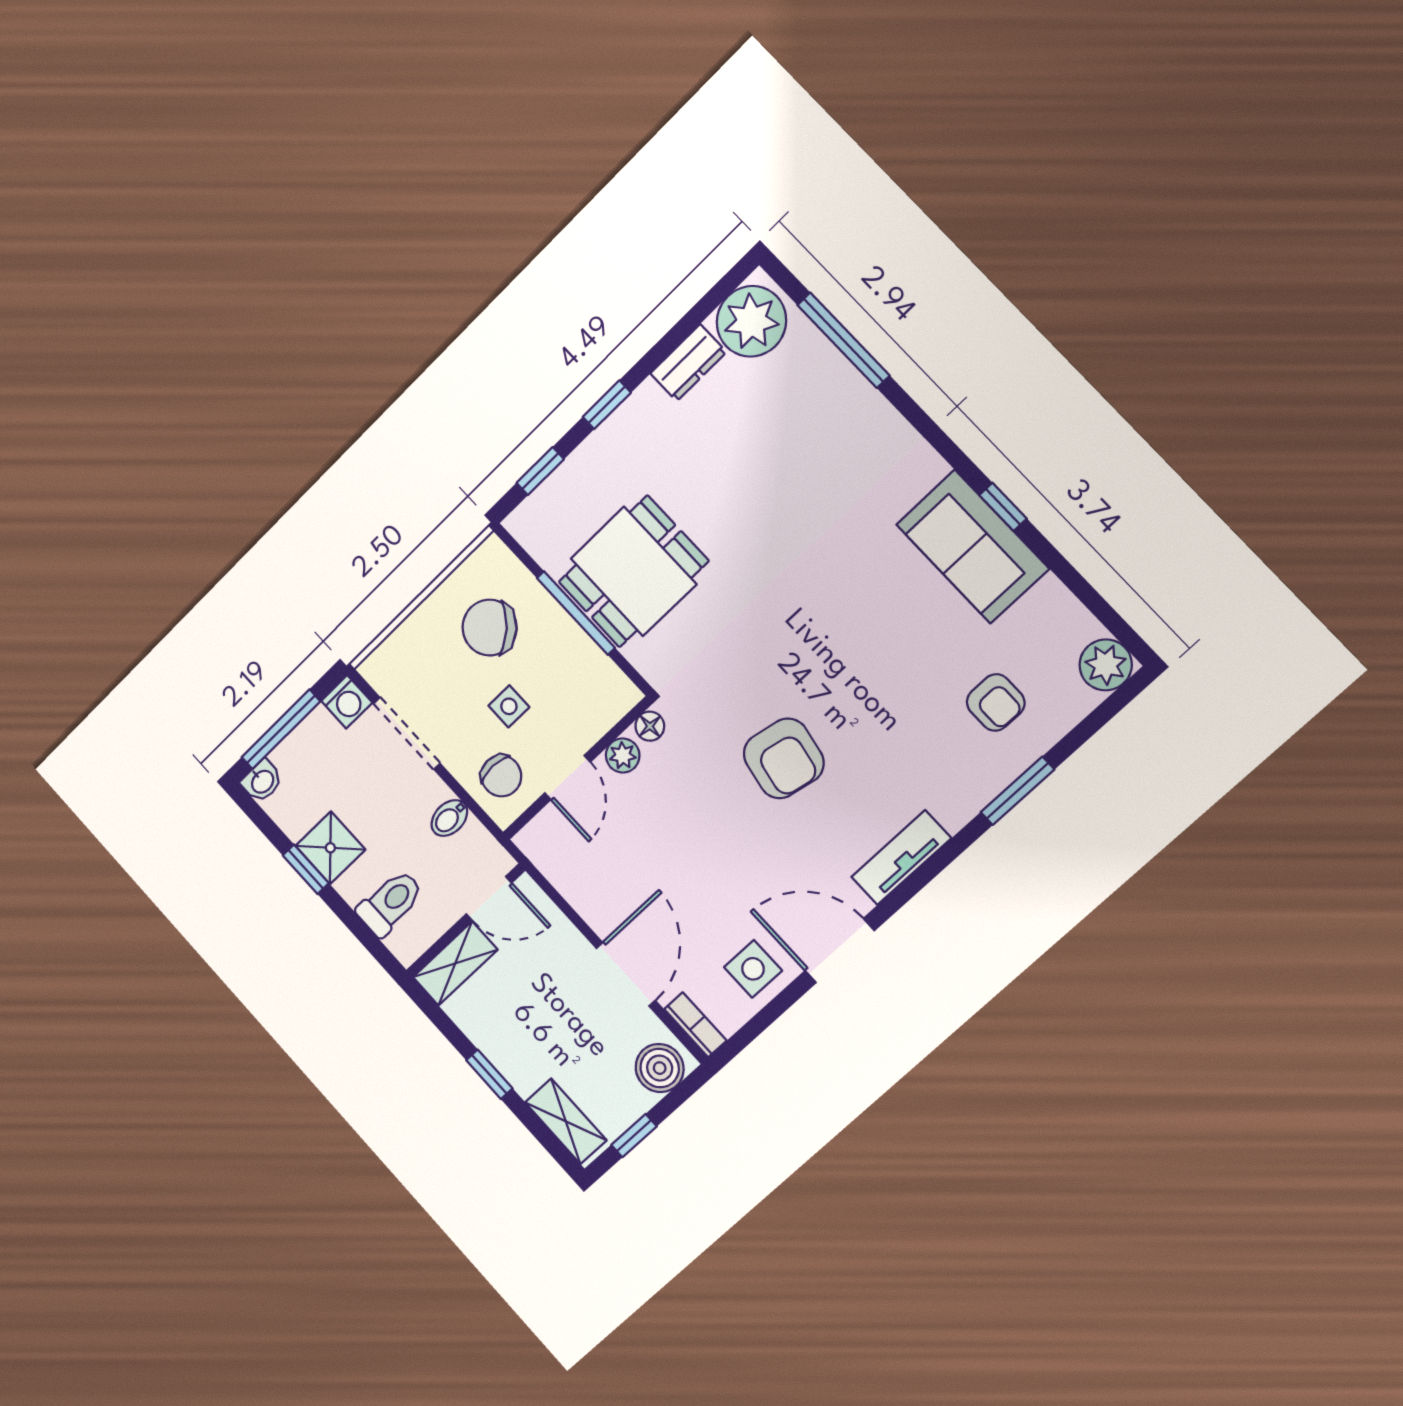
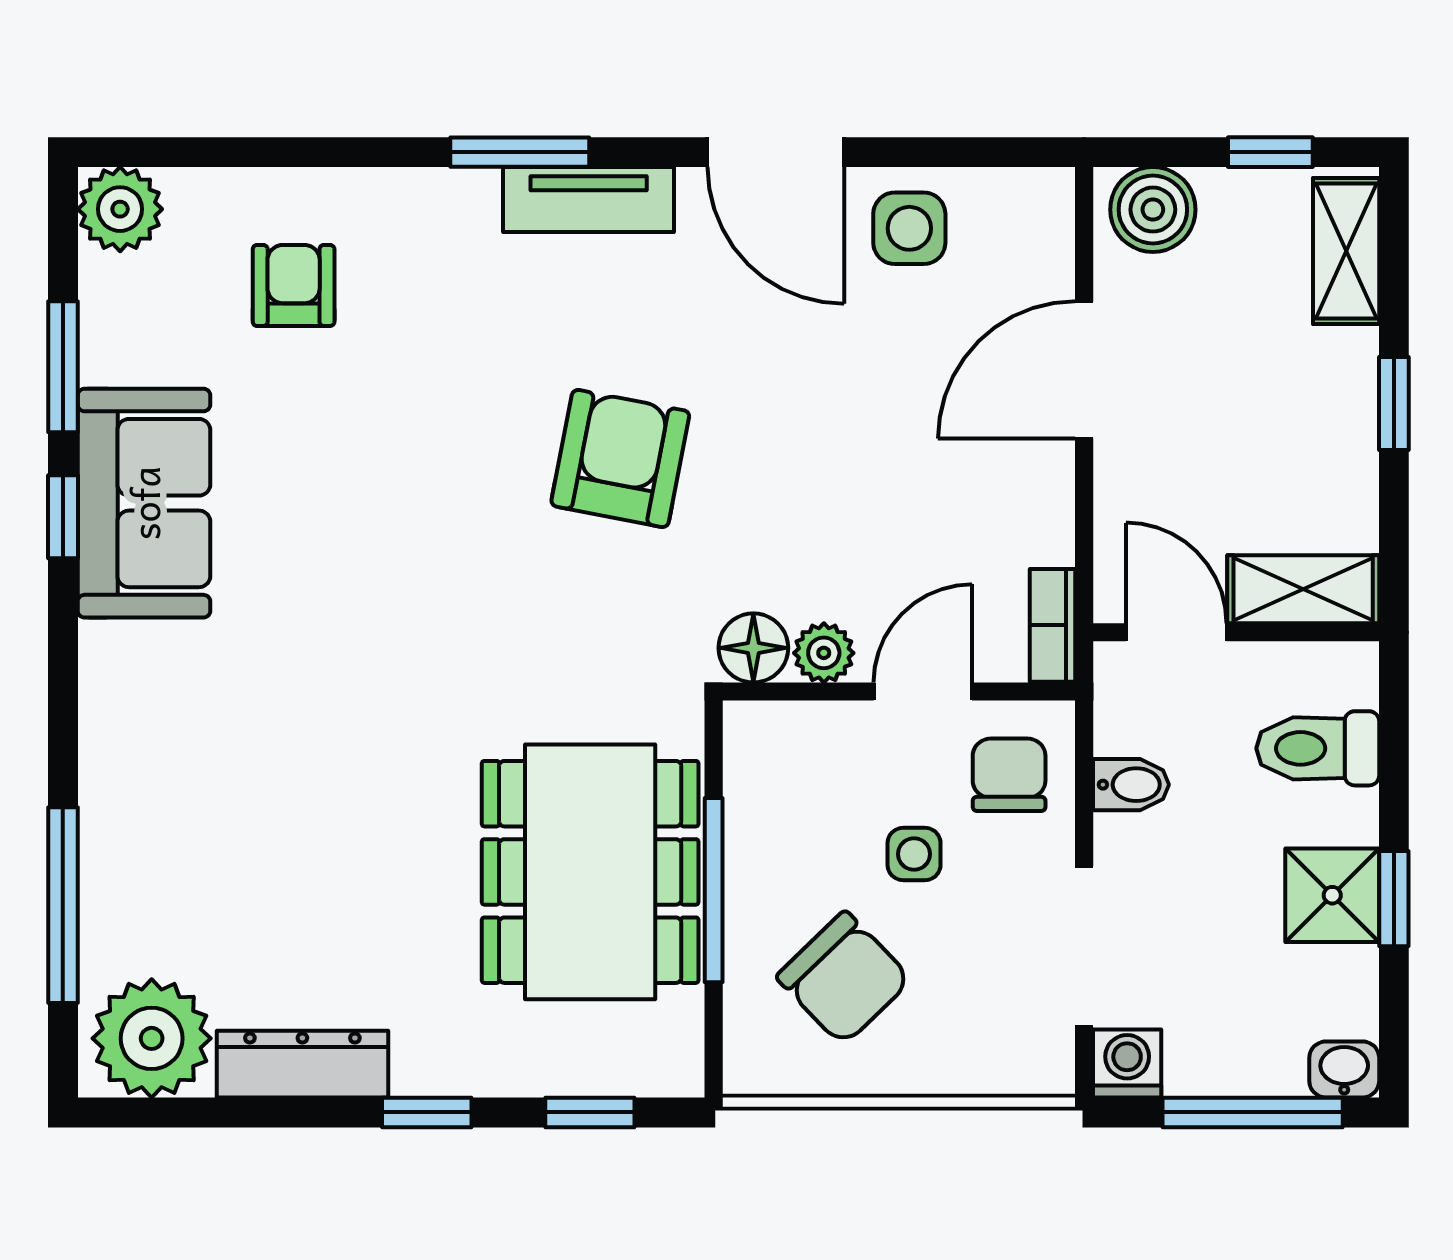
dresser: (688, 363) -> (302, 1064), width x1.44
dining table: (633, 571) -> (590, 872), width x1.38
window: (1066, 572) -> (63, 367), added
floor lamp: (650, 726) -> (753, 648), width x1.37, depth x1.37
window: (1017, 791) -> (520, 152), moved
bookcase: (695, 1025) -> (1053, 625), moved

